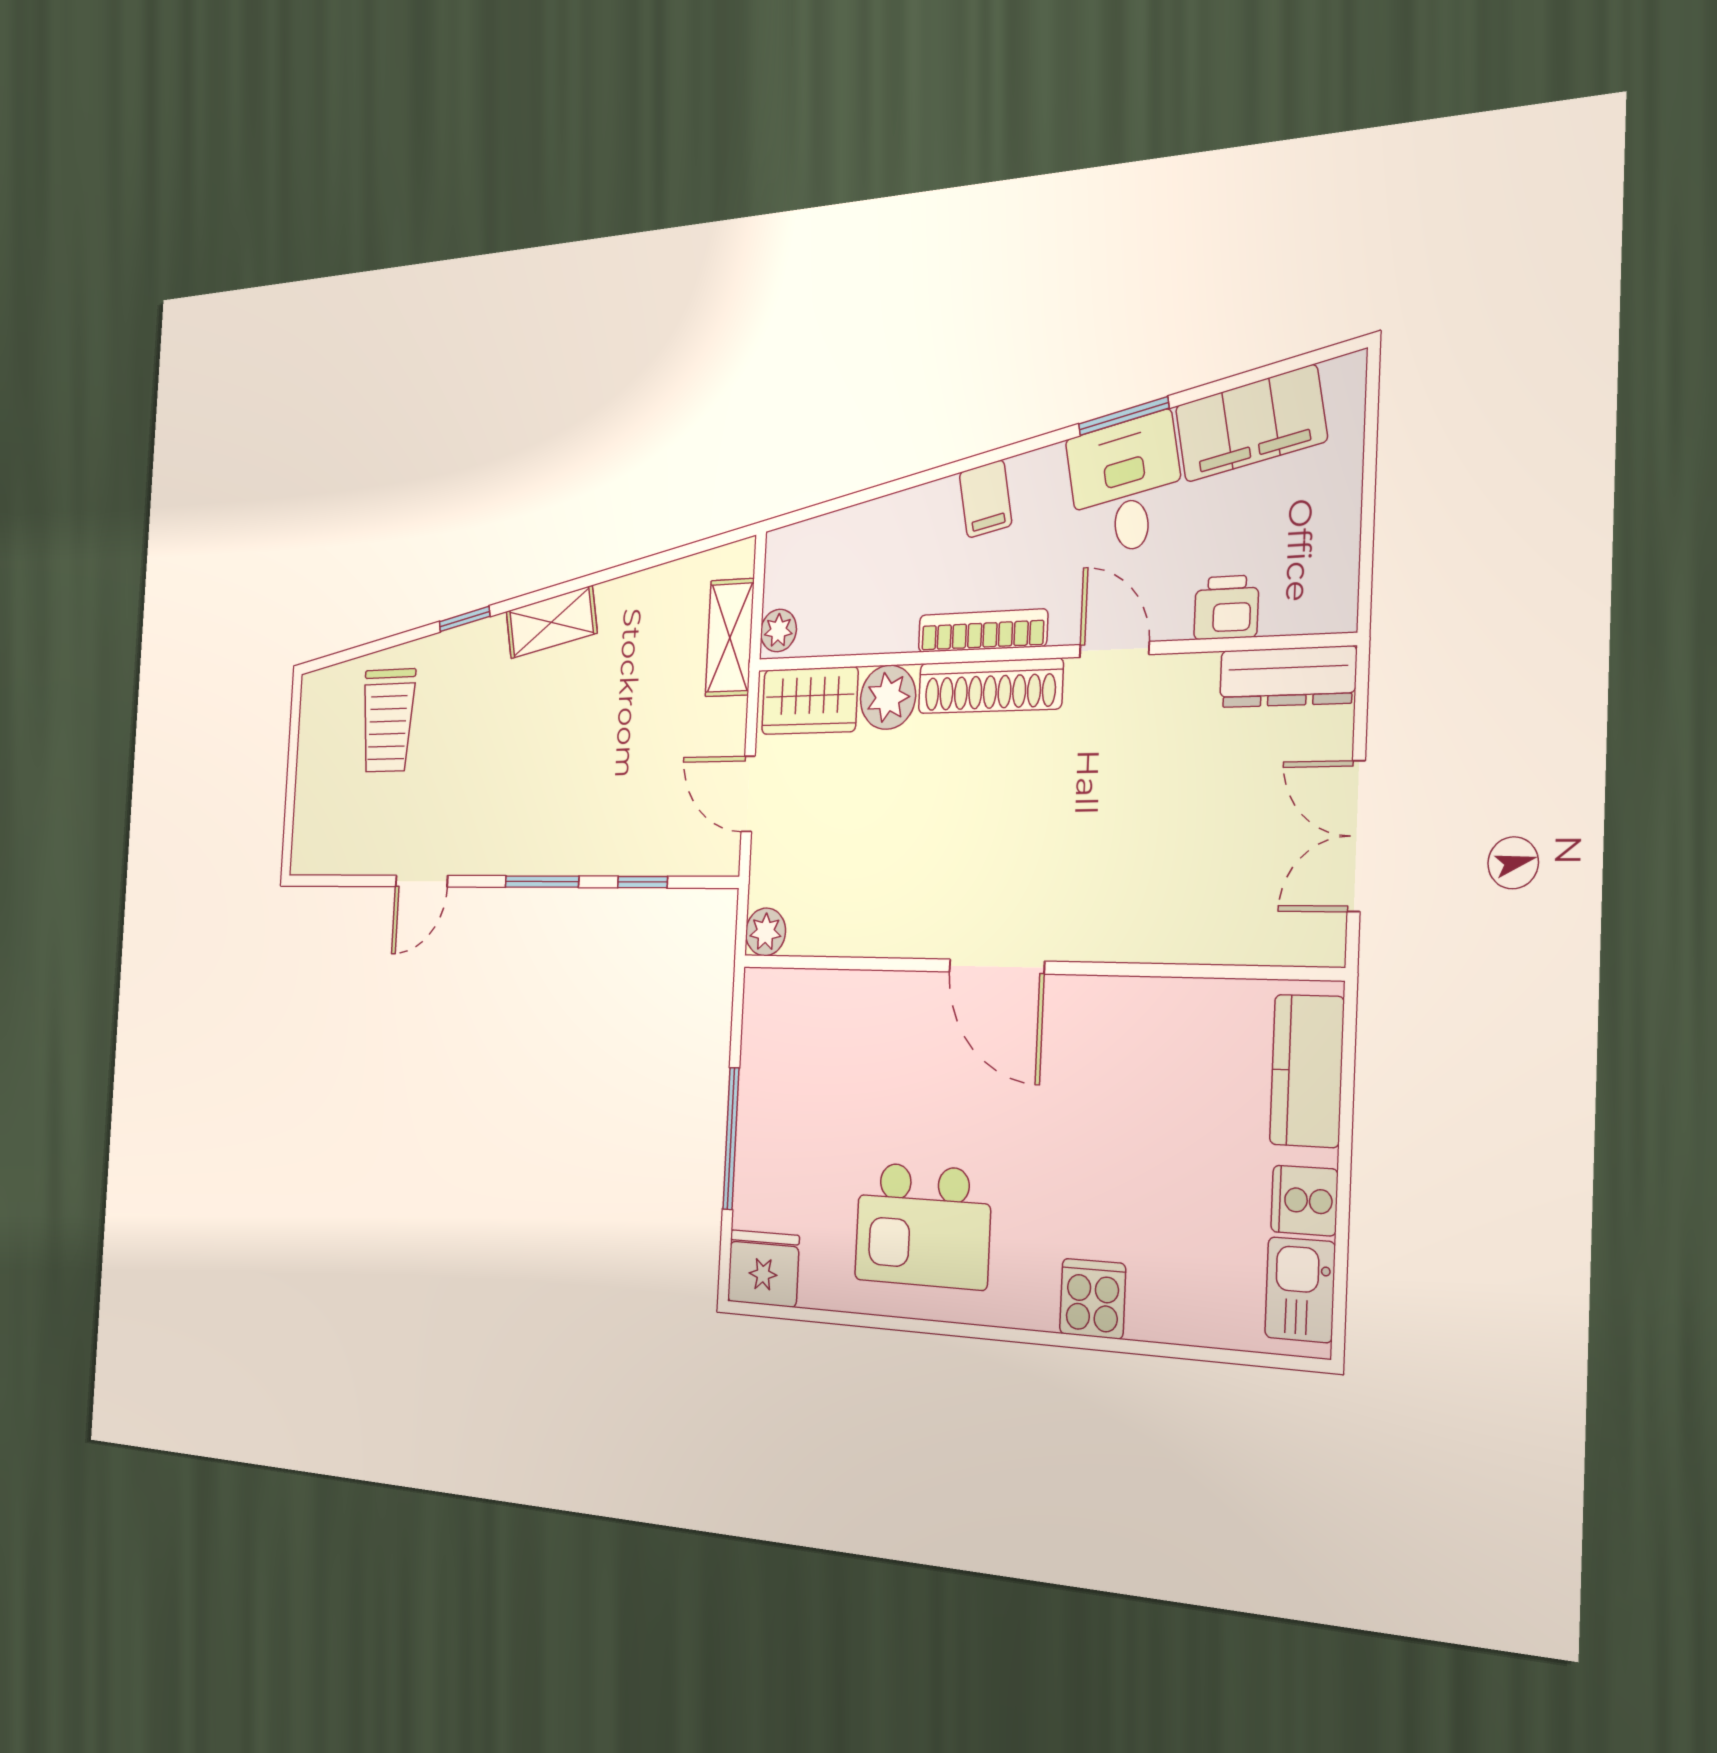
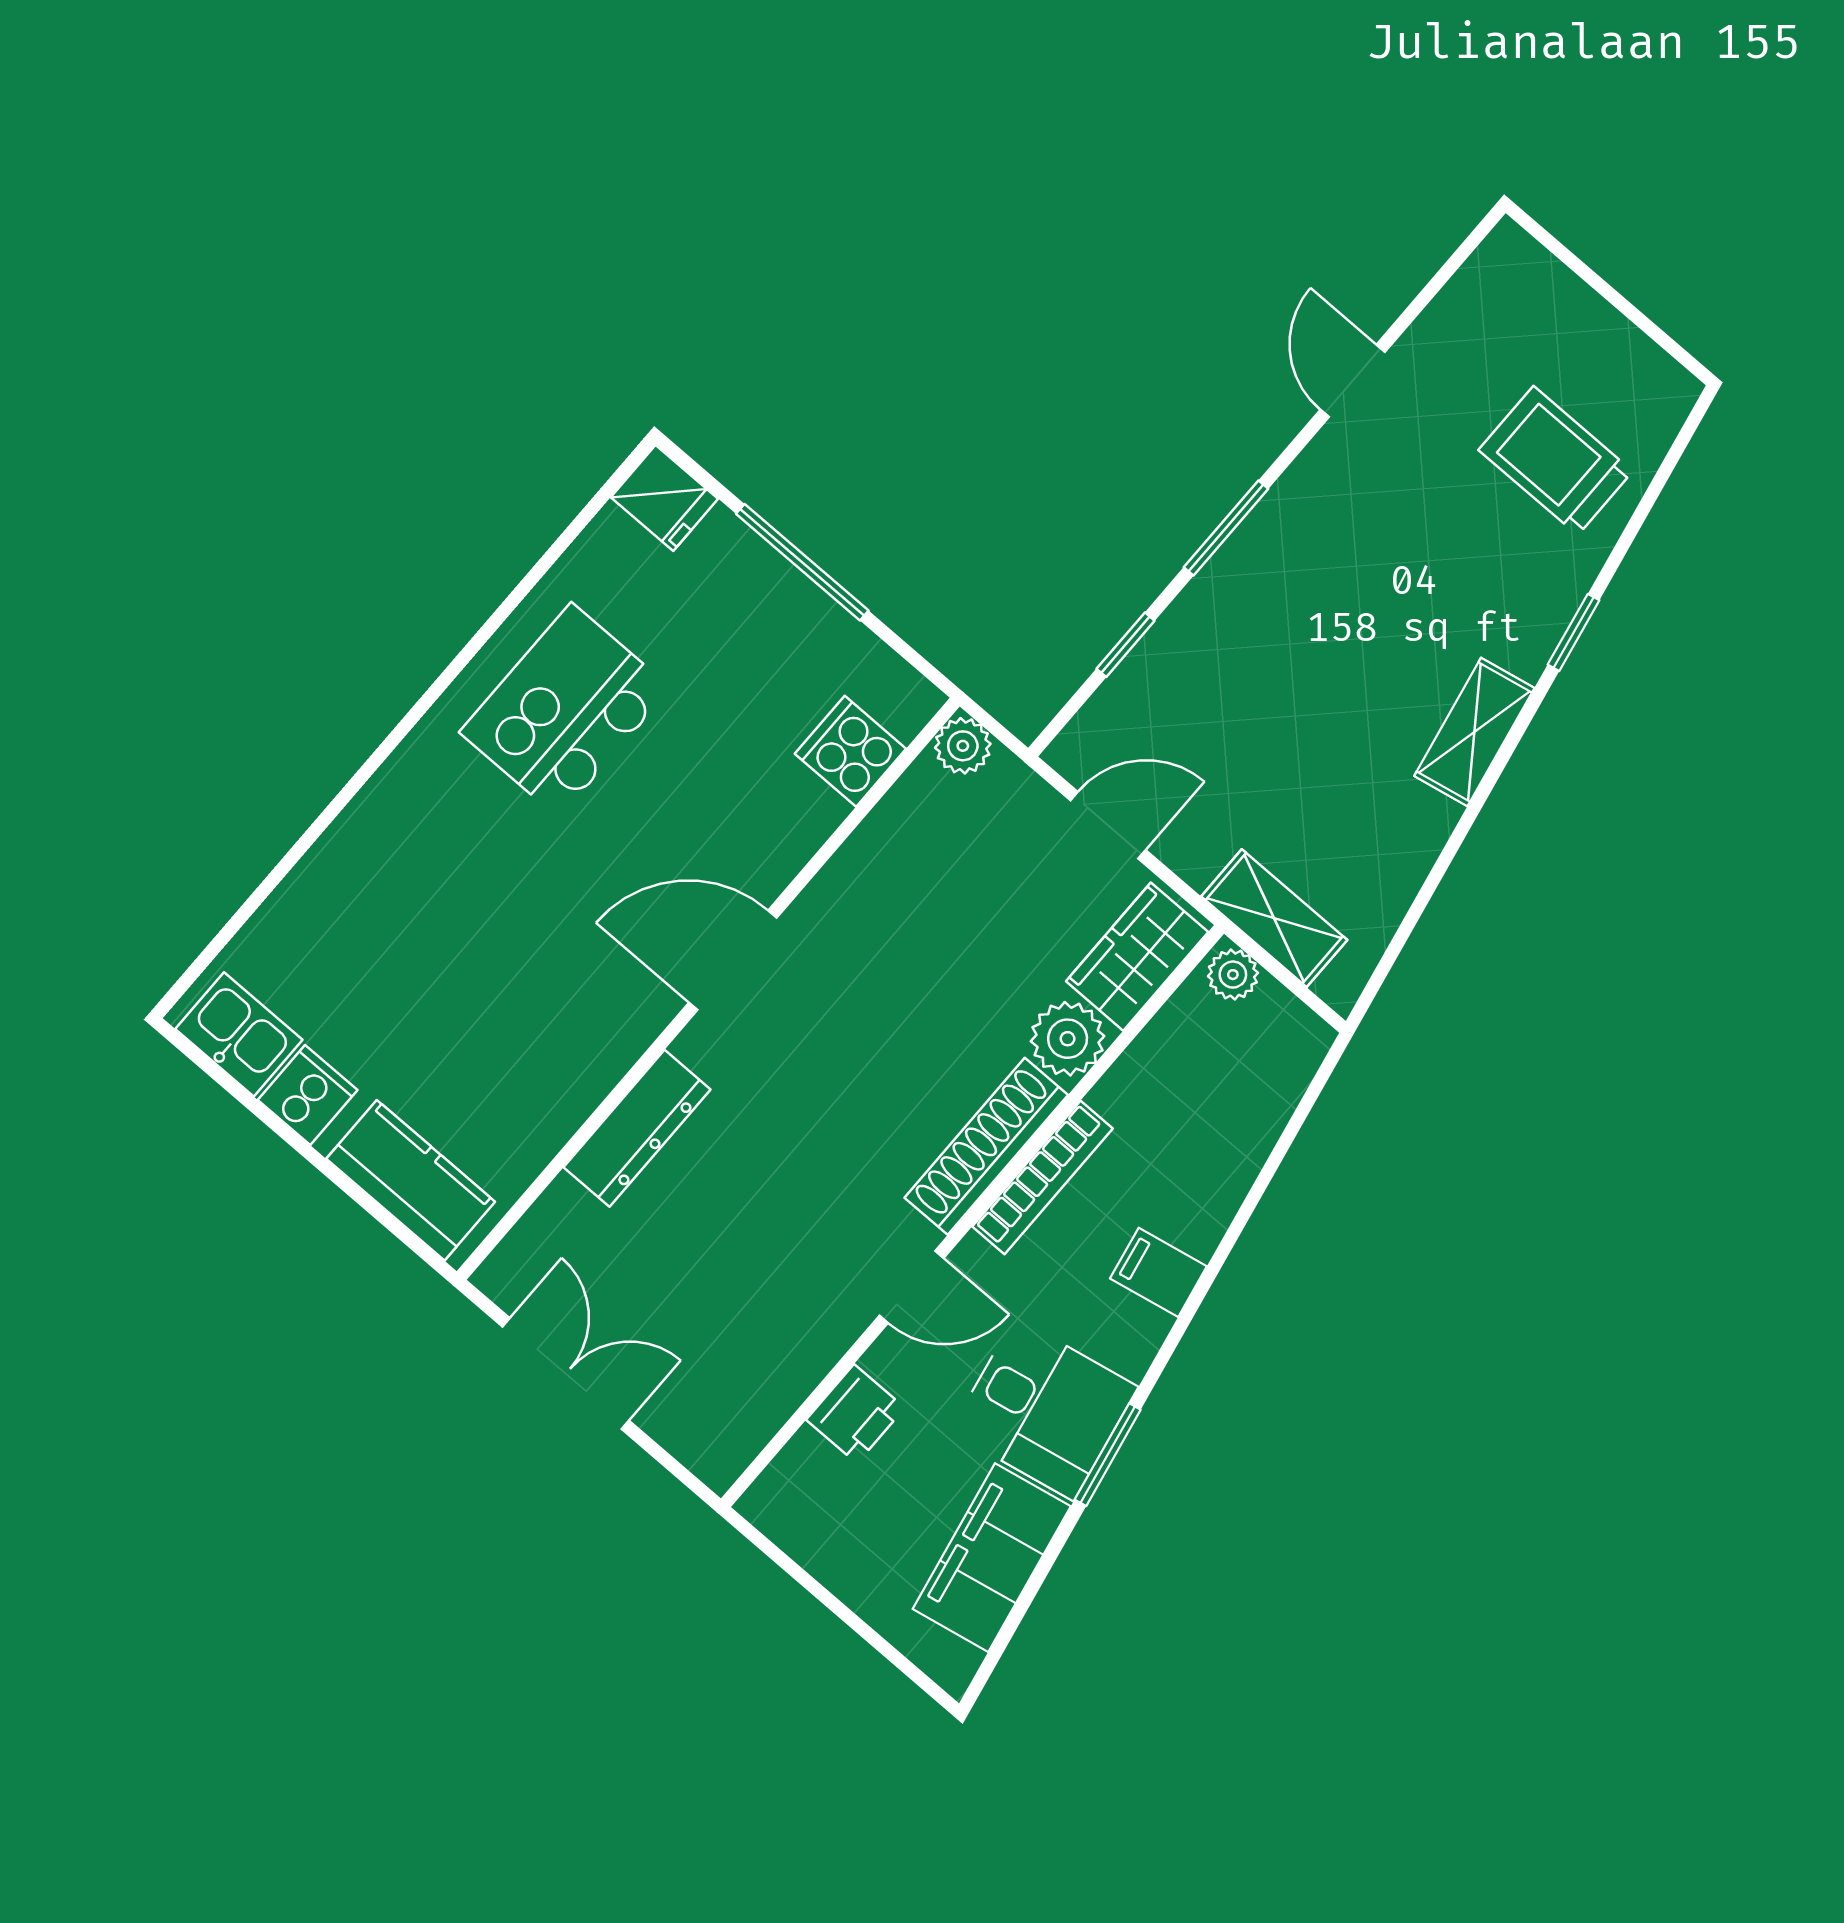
dresser: (1288, 677) -> (637, 1128), moved, turned 180
fridge: (763, 1268) -> (664, 498), width x0.72
cooker: (1093, 1299) -> (850, 751), moved, turned 180

